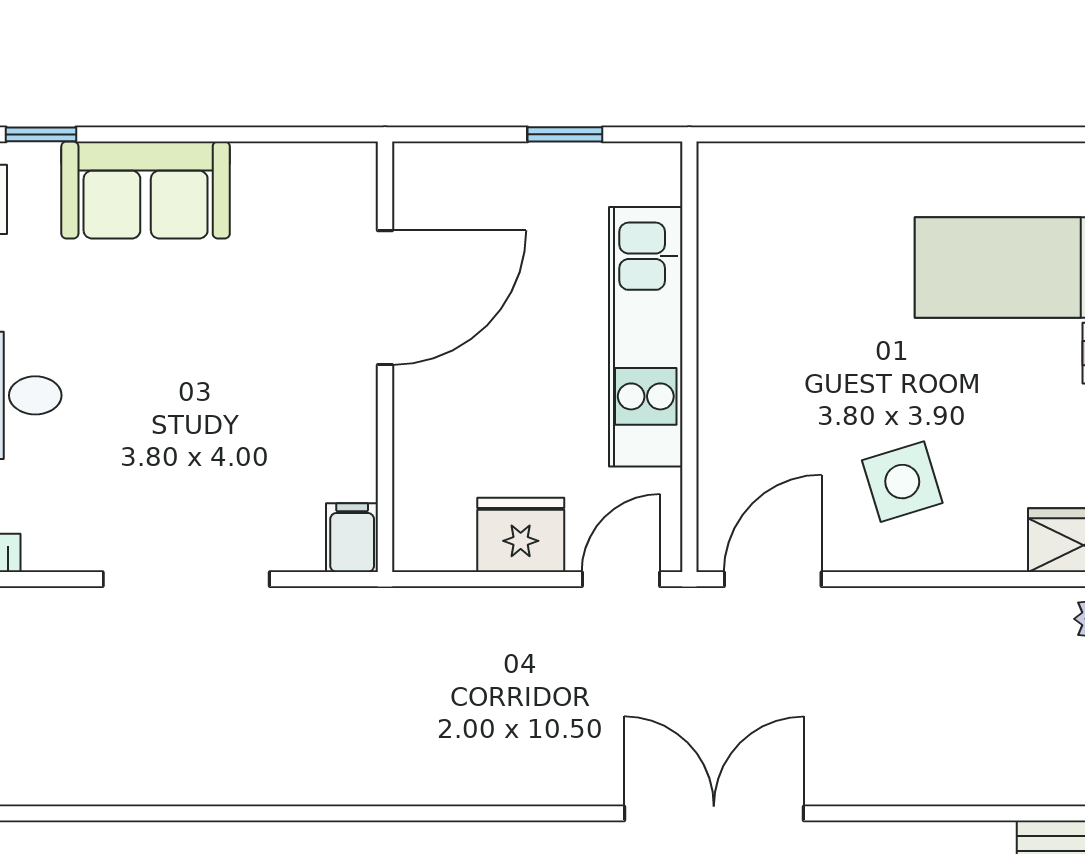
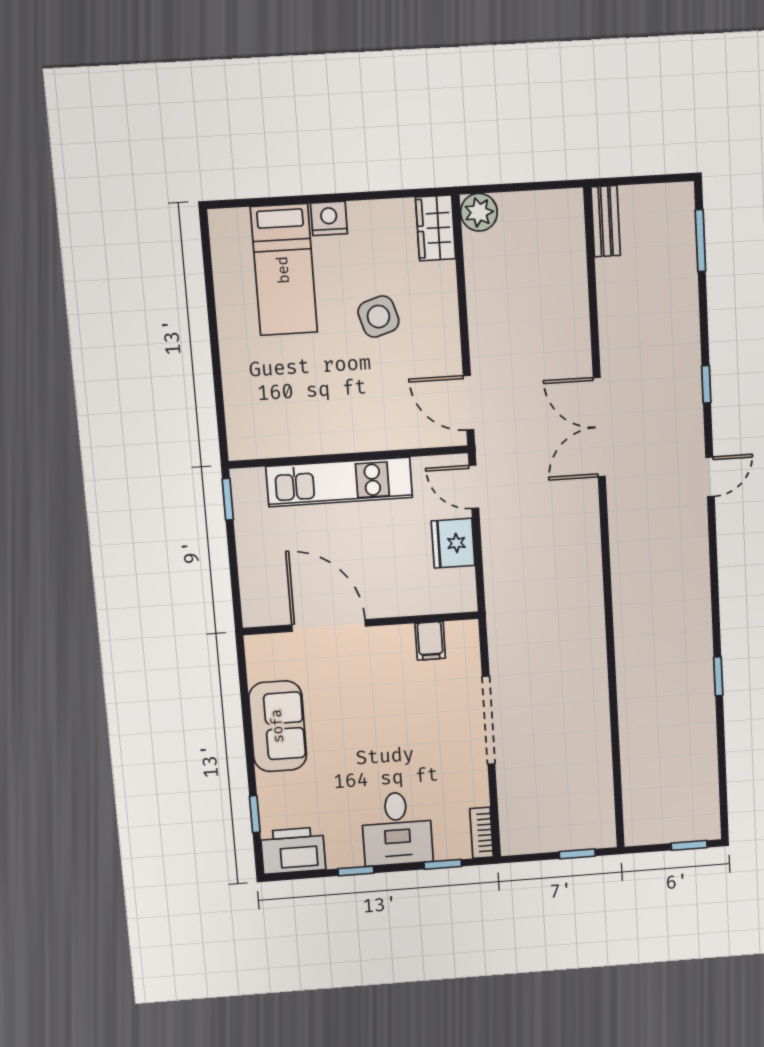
window: (565, 134) -> (228, 499), moved
sofa: (146, 190) -> (278, 726), moved
side table: (902, 482) -> (378, 317), moved
filing cabinet: (352, 538) -> (430, 641), moved, turned -90

